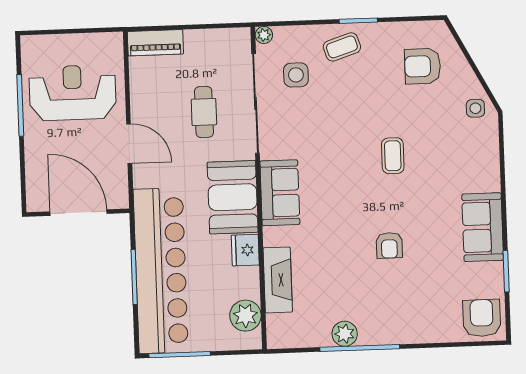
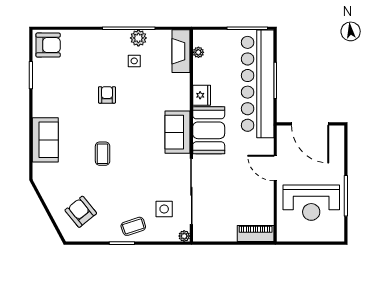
armchair: (423, 66) -> (81, 212), turned -129
side table: (475, 108) -> (134, 61), moved
cafe table: (204, 112) -> (225, 187), removed
sofa: (483, 227) -> (45, 140), moved
fireplace: (278, 280) -> (181, 51), moved
plant: (245, 316) -> (198, 52), width x0.53, depth x0.53
armchair: (482, 318) -> (48, 45), turned -90

